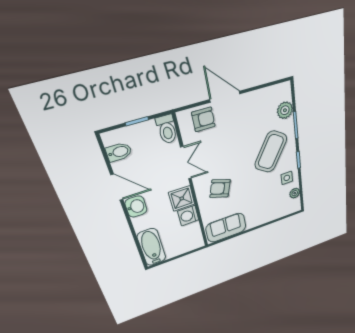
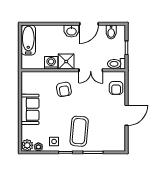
door: (225, 97) -> (127, 115), moved
plant: (285, 110) -> (27, 145), moved
coffee table: (271, 152) -> (79, 131), turned 62
armchair: (220, 188) -> (64, 89), turned 152
sofa: (226, 228) -> (30, 109), moved
bathtub: (152, 247) -> (28, 40), moved, turned -90

